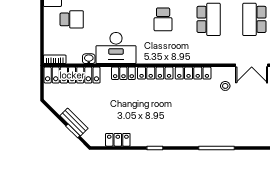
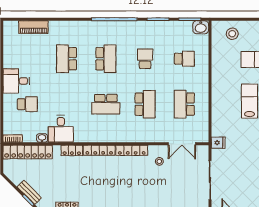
school desk: (163, 19) -> (106, 104), width x1.85
desk: (116, 48) -> (61, 129), width x0.73

